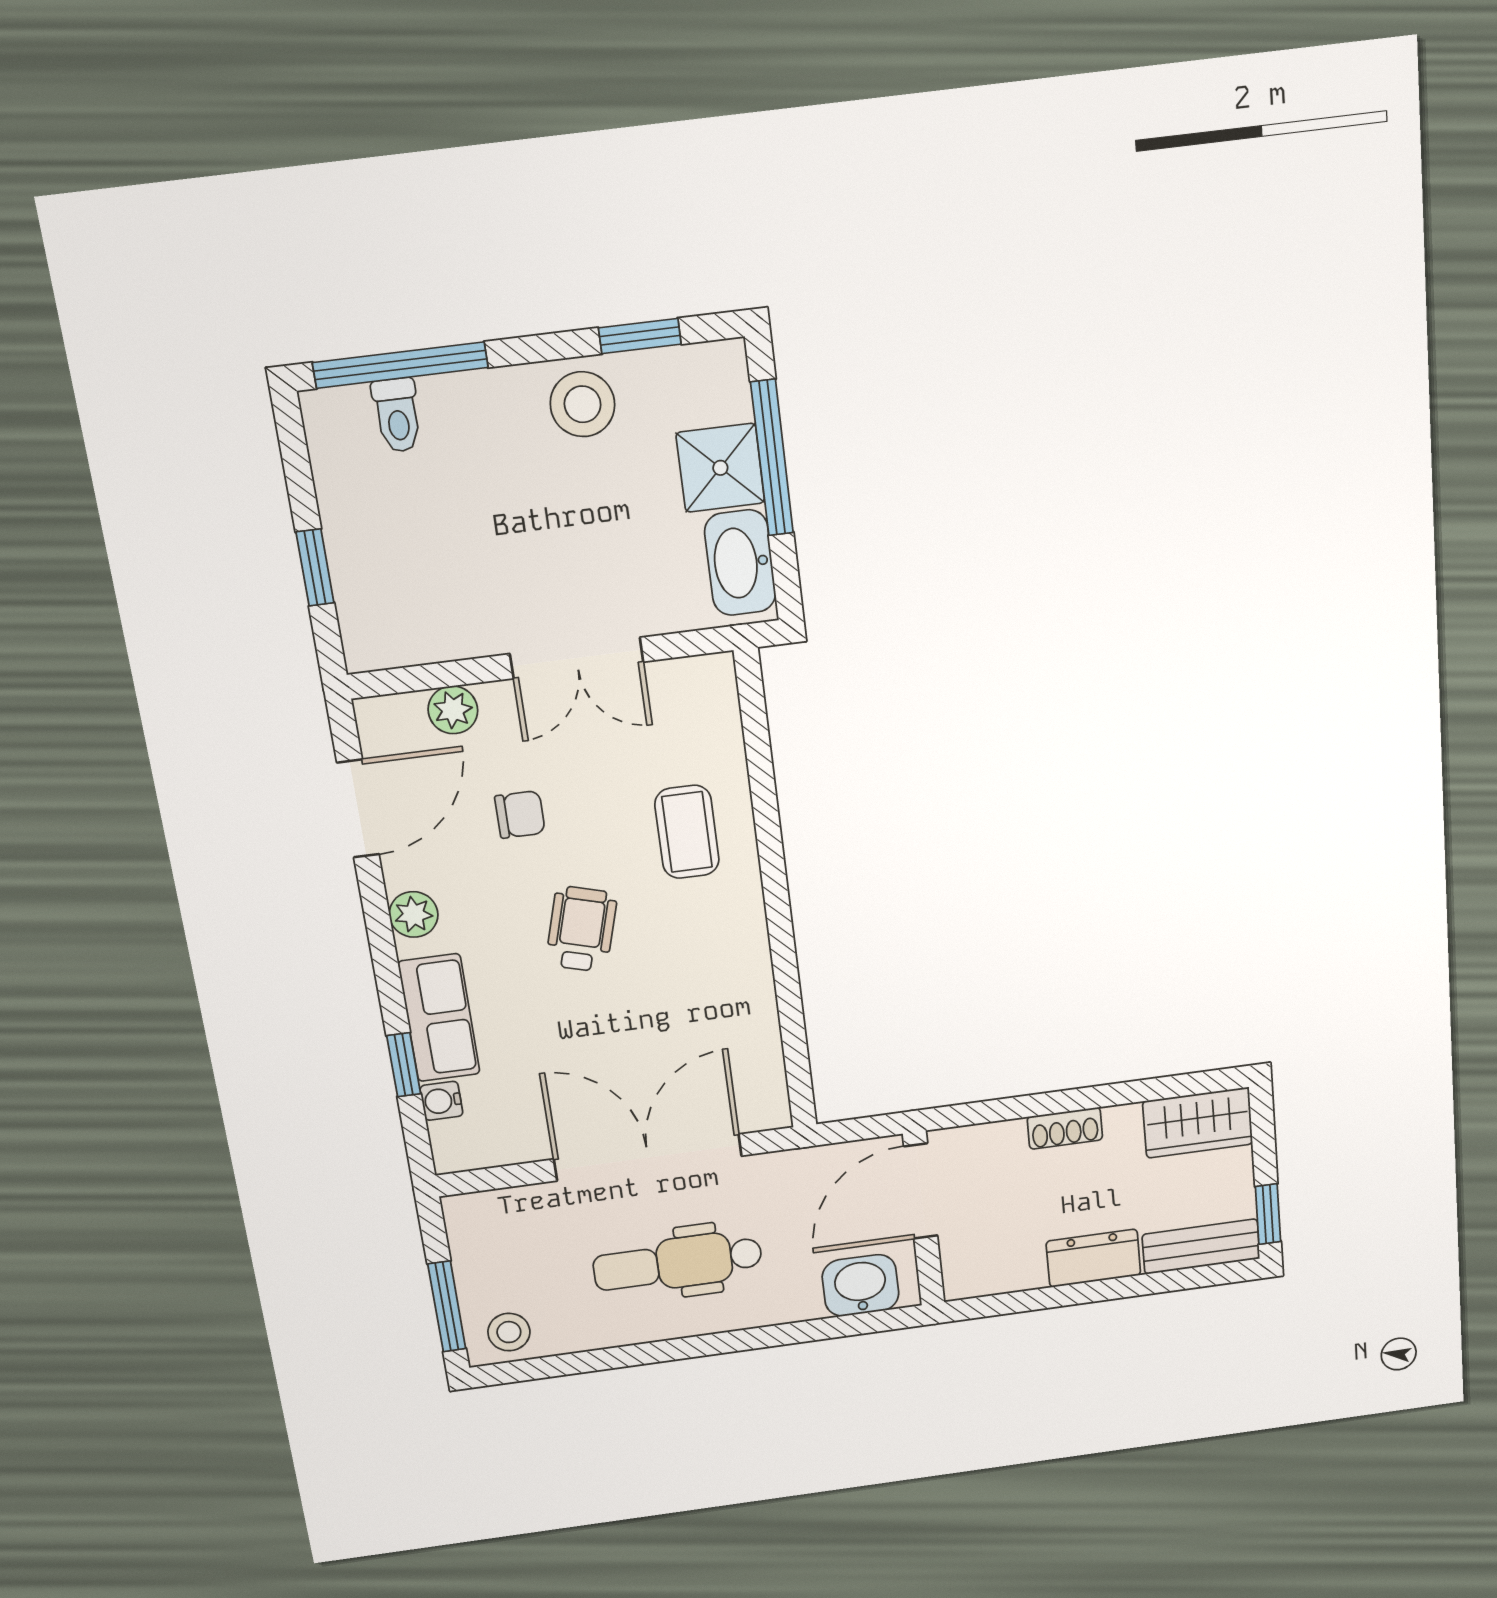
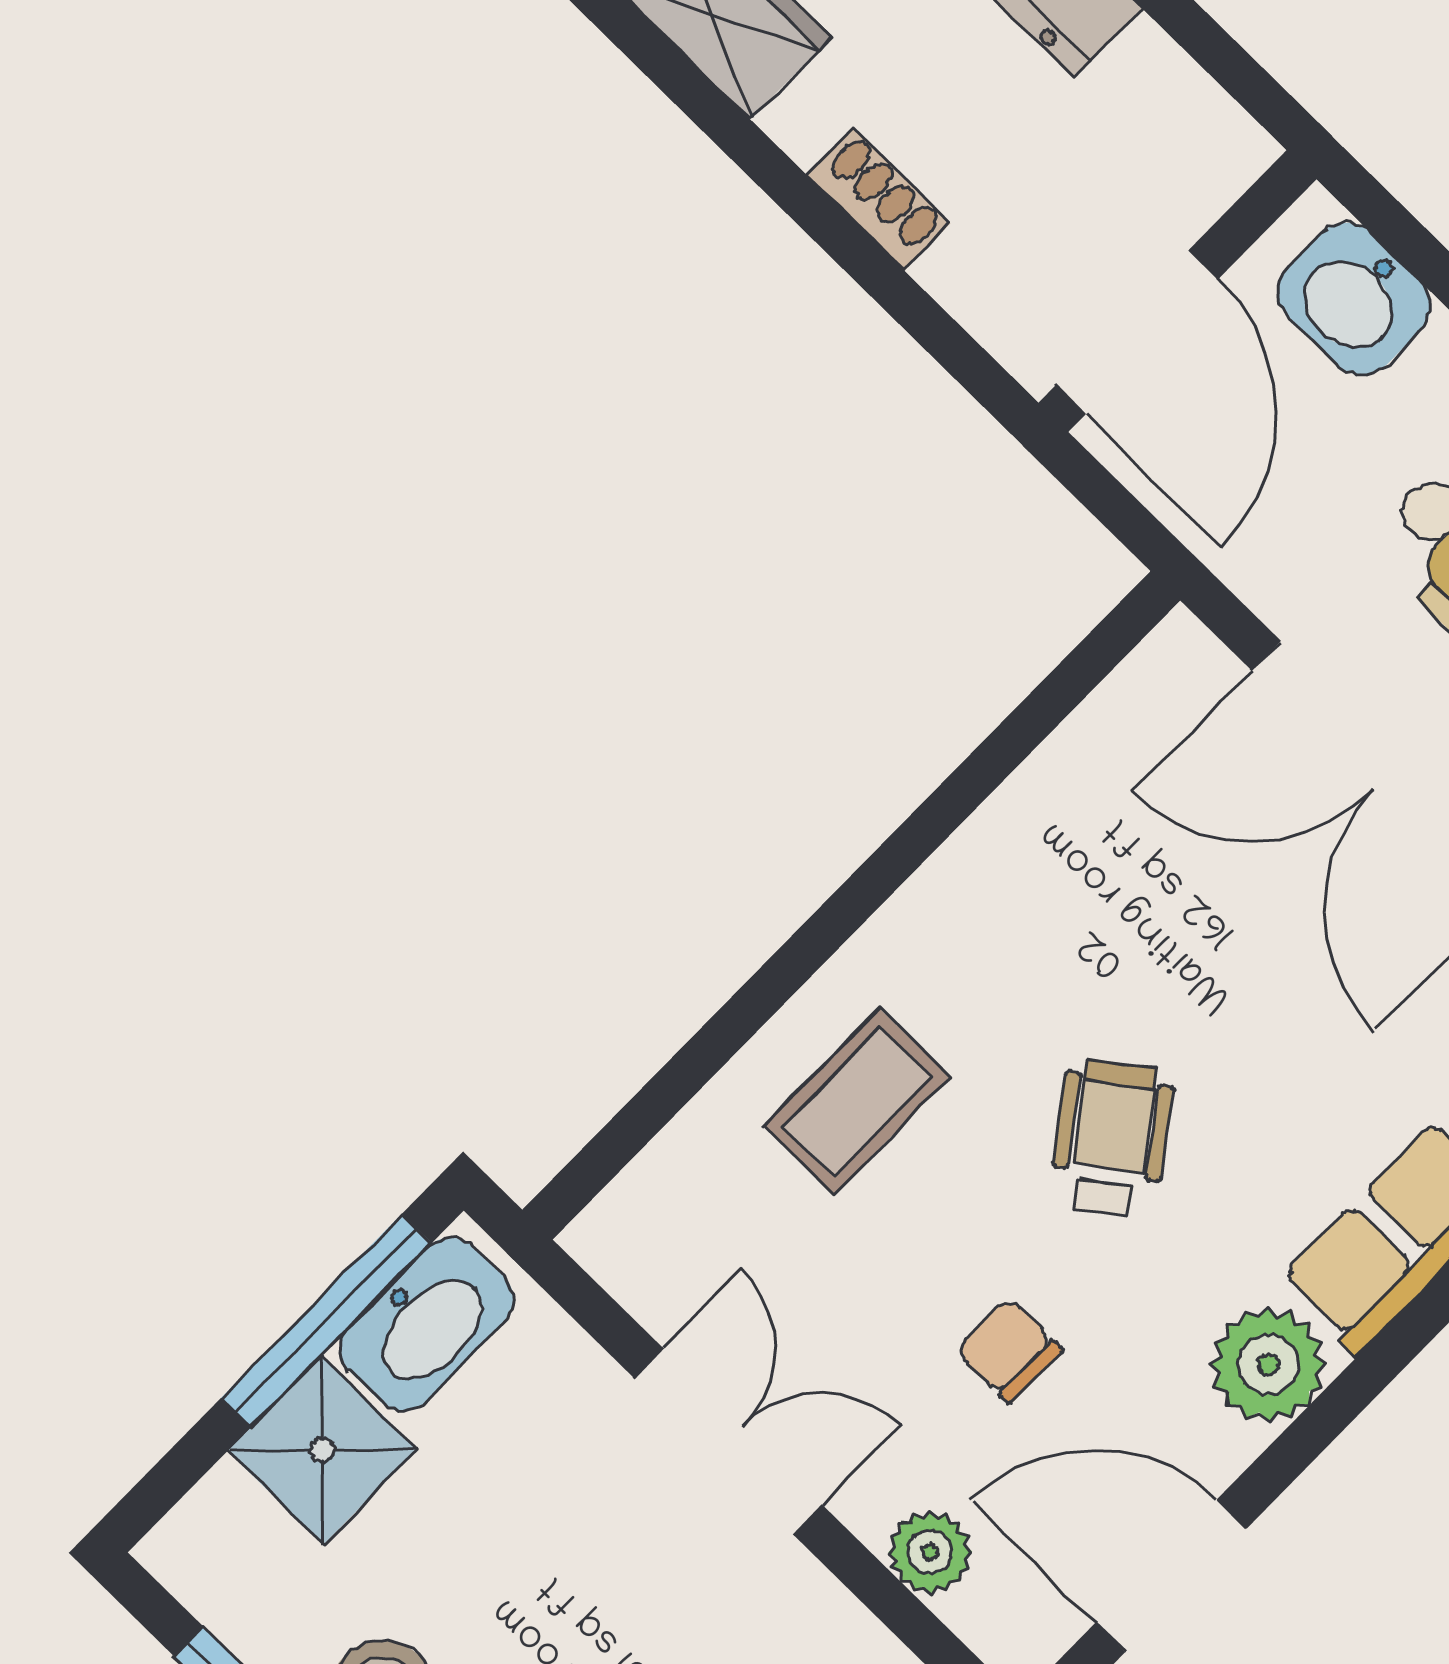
window: (772, 458) -> (327, 1320), moved
plant: (414, 914) -> (1268, 1364), width x1.38, depth x1.38
wheelchair: (581, 929) -> (1112, 1138), turned 128
door: (921, 1191) -> (1137, 332), hinge flipped

